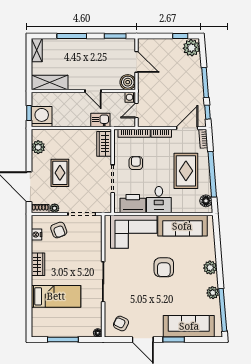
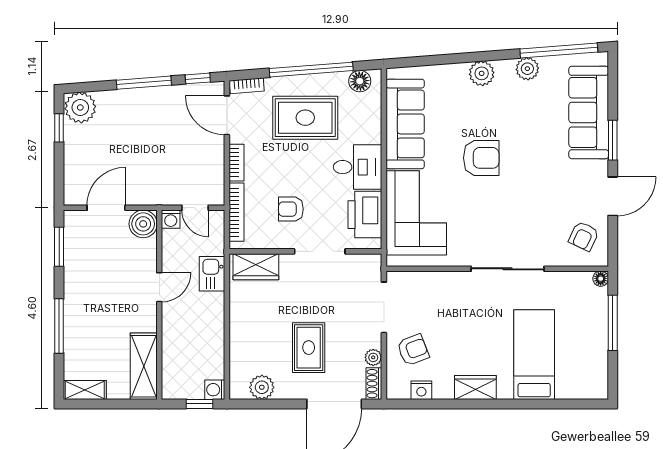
washing machine: (42, 117) -> (215, 390), width x0.53, depth x0.53
rug: (60, 173) -> (309, 348), turned 90
window: (63, 339) -> (613, 323), moved

